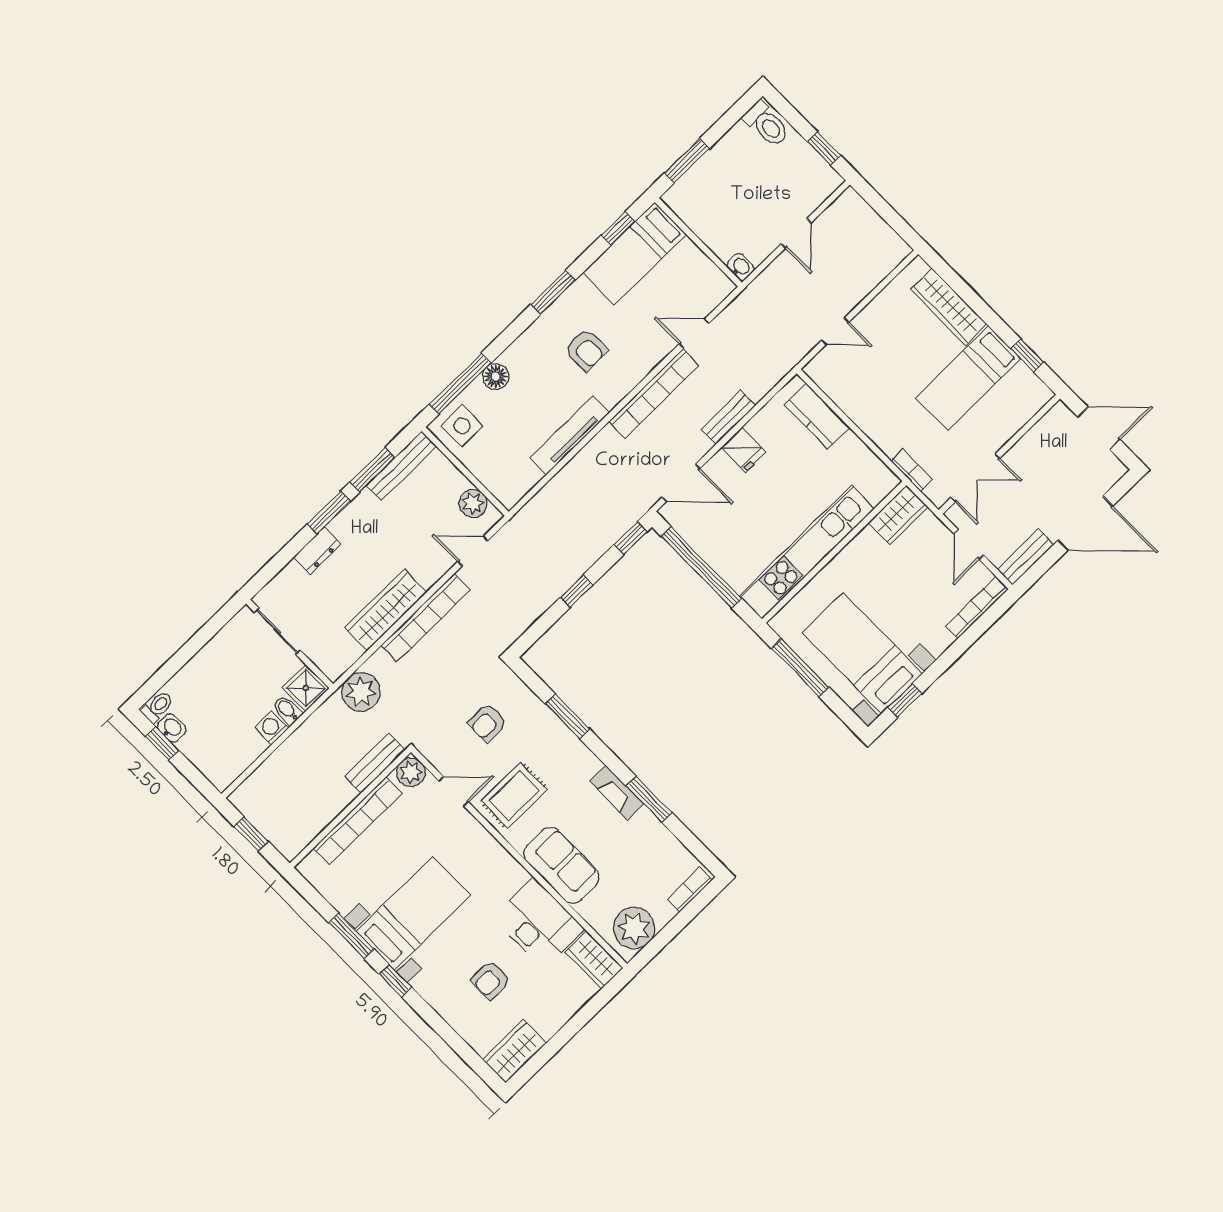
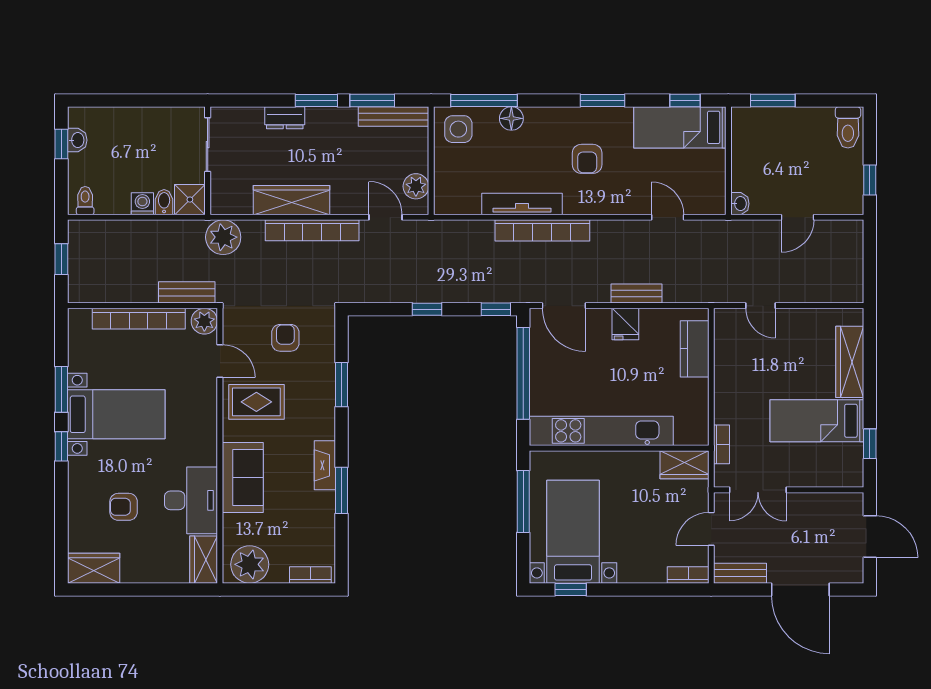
bookcase: (654, 393) -> (542, 230), moved
bookcase: (977, 607) -> (688, 575), width x0.64
toilet: (158, 707) -> (85, 201), moved, turned -90
armchair: (487, 723) -> (285, 338), turned 90

